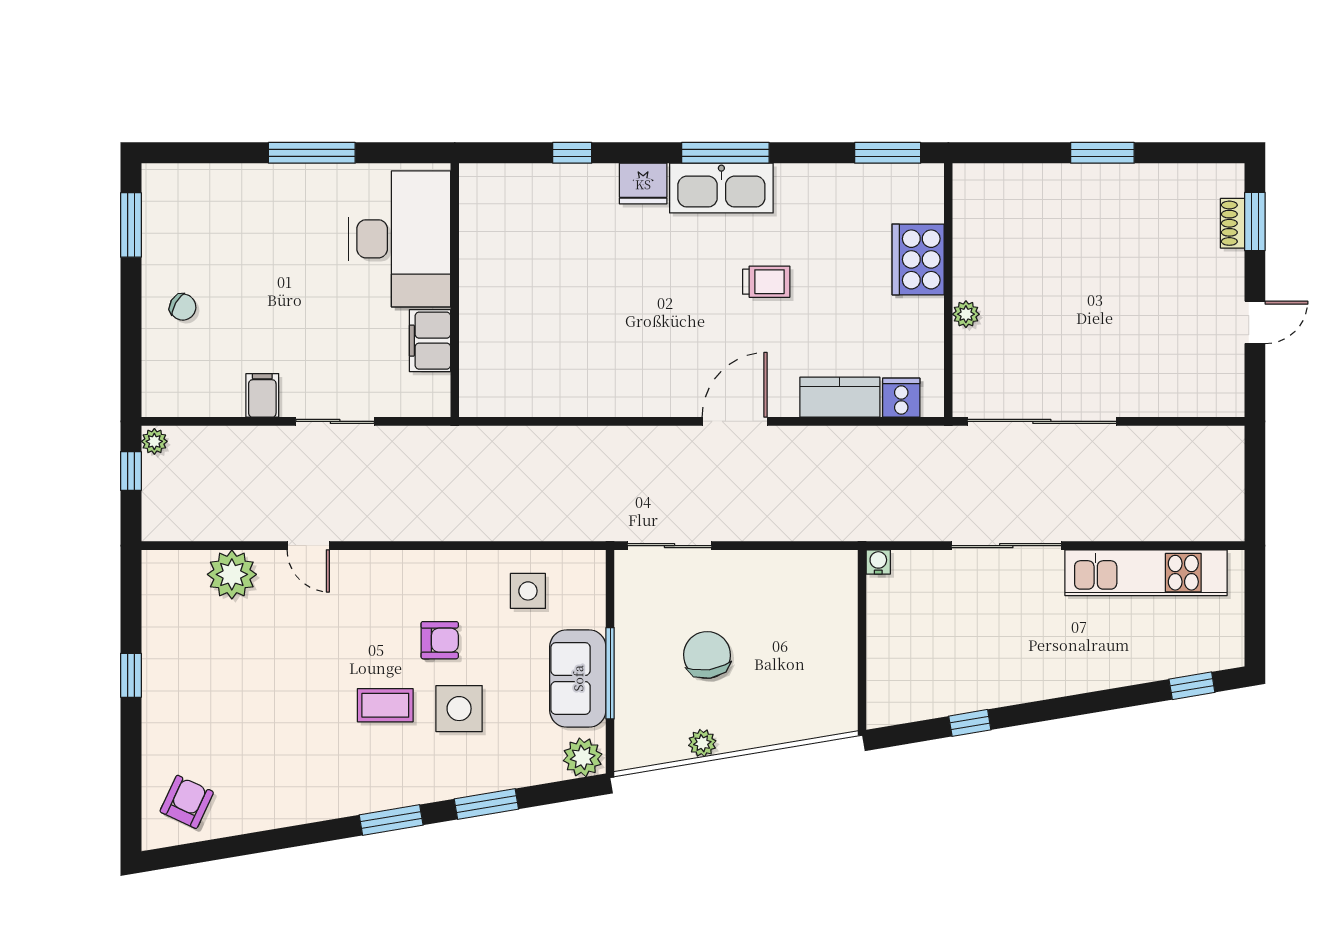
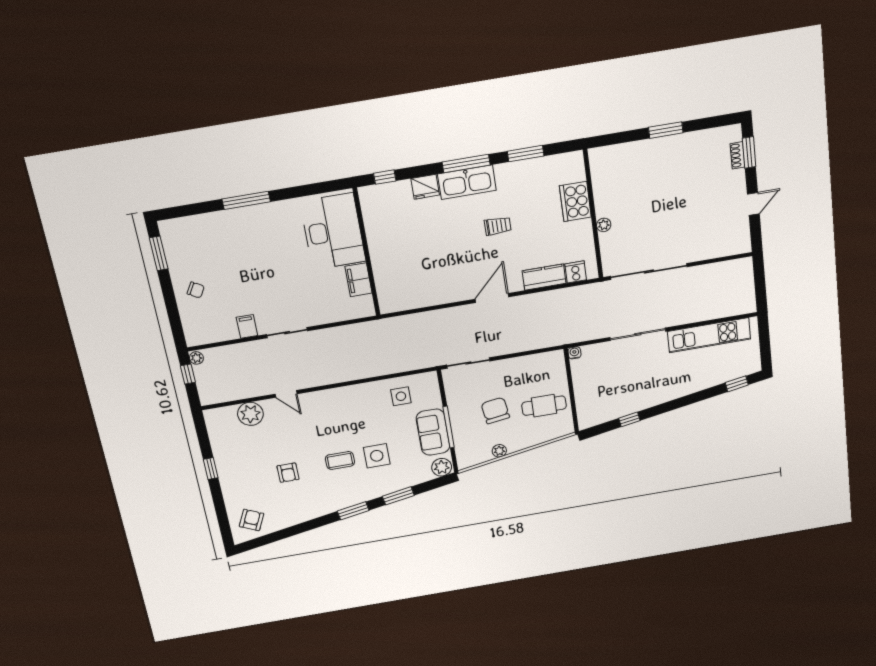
window: (888, 153) -> (526, 154), moved
desk: (400, 239) -> (333, 231), moved
wall: (455, 290) -> (367, 252), moved
filing cabinet: (430, 341) -> (358, 280), moved
armchair: (440, 640) -> (288, 473), moved, turned 90
cafe table: (804, 662) -> (544, 406), added

